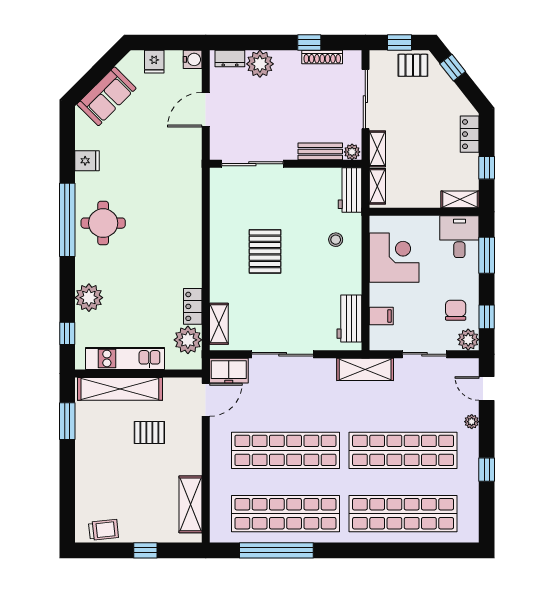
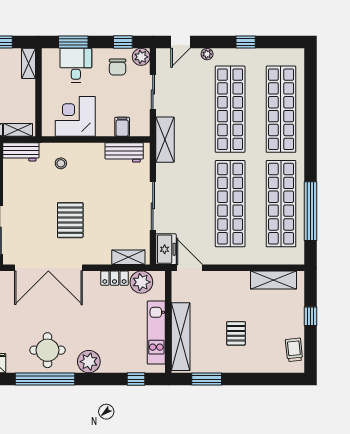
double door: (206, 224) -> (48, 268), added
desk: (459, 237) -> (76, 65), moved, turned 90
pallet: (265, 251) -> (70, 220), turned 90
plant: (89, 298) -> (89, 362), moved
chair: (456, 310) -> (118, 67), turned -90
pallet: (149, 432) -> (236, 333), moved

